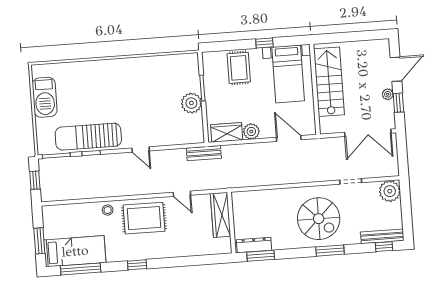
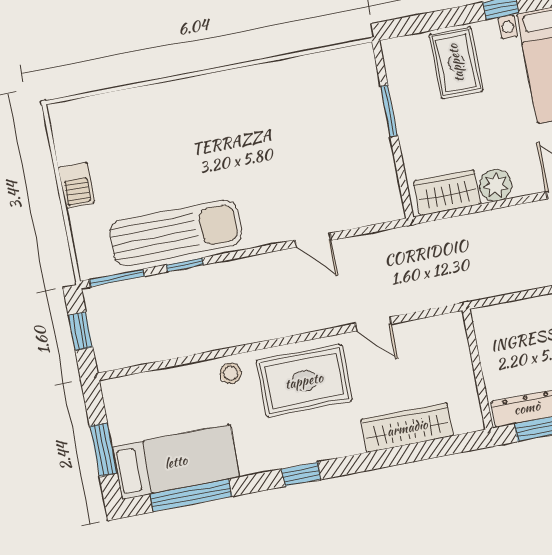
barbecue: (45, 97) -> (76, 185), width x0.53, depth x0.65
plant: (191, 103) -> (371, 143), removed
sun lounger: (88, 137) -> (176, 233), turned 180
door: (141, 149) -> (313, 240), moved
bench: (204, 153) -> (407, 239), removed
wardrobe: (221, 215) -> (407, 428), moved, turned 90

